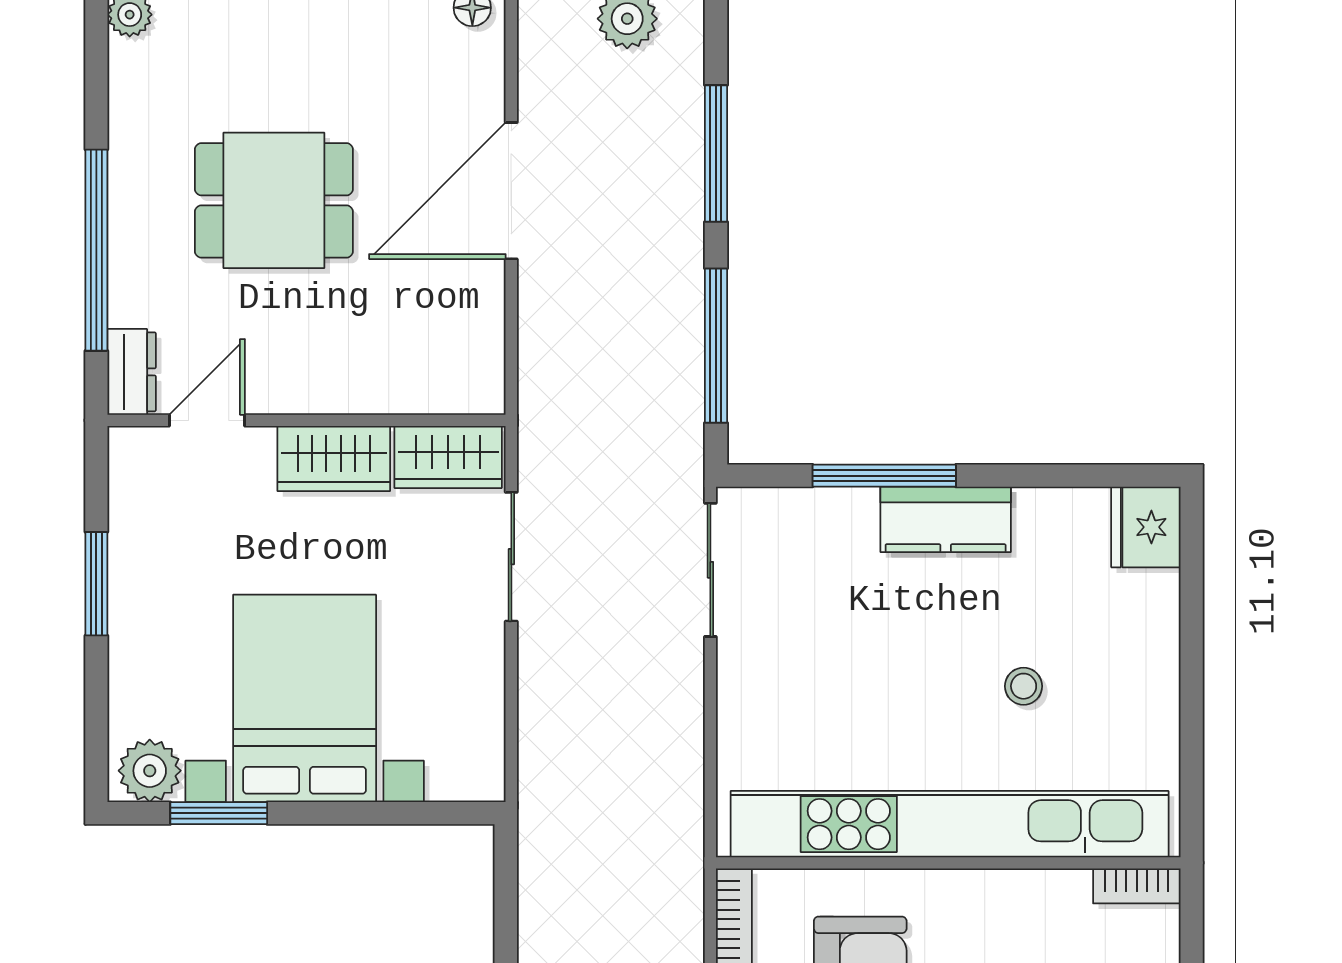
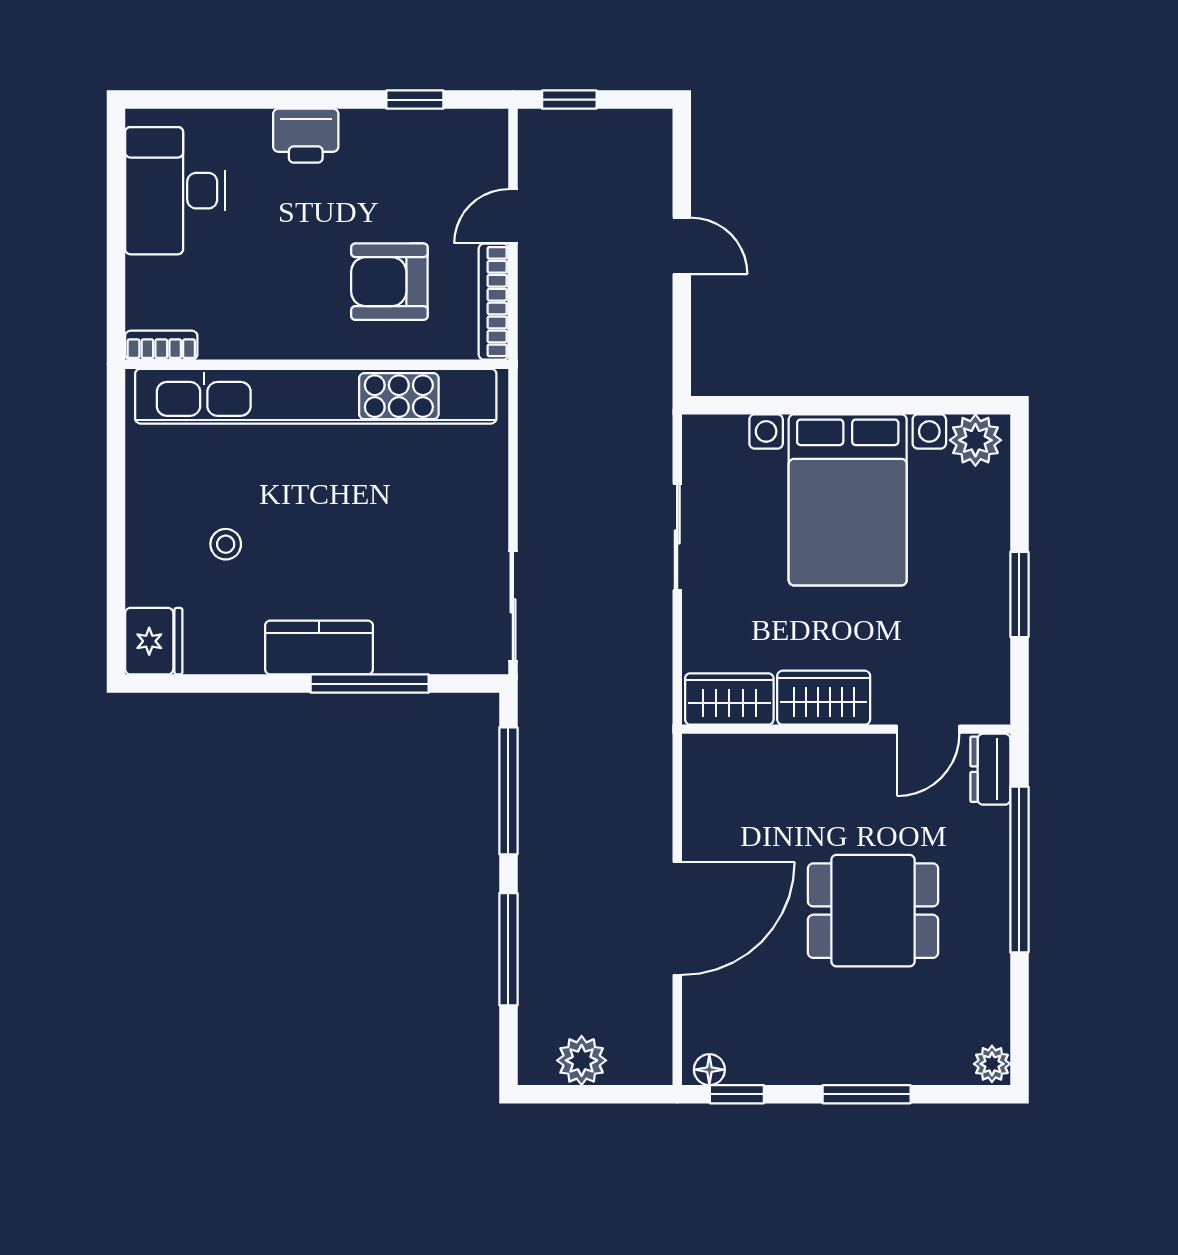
sliding door: (511, 557) -> (677, 537), moved
stool: (1024, 686) -> (226, 544), moved
window: (219, 813) -> (918, 405), removed

